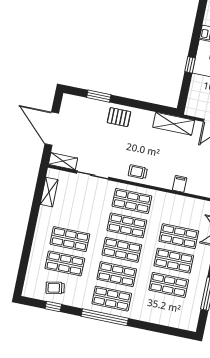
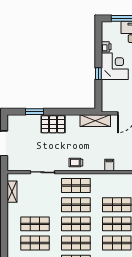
pallet: (119, 117) -> (53, 124), width x1.50, depth x1.42
shelving: (63, 161) -> (18, 166), removed

